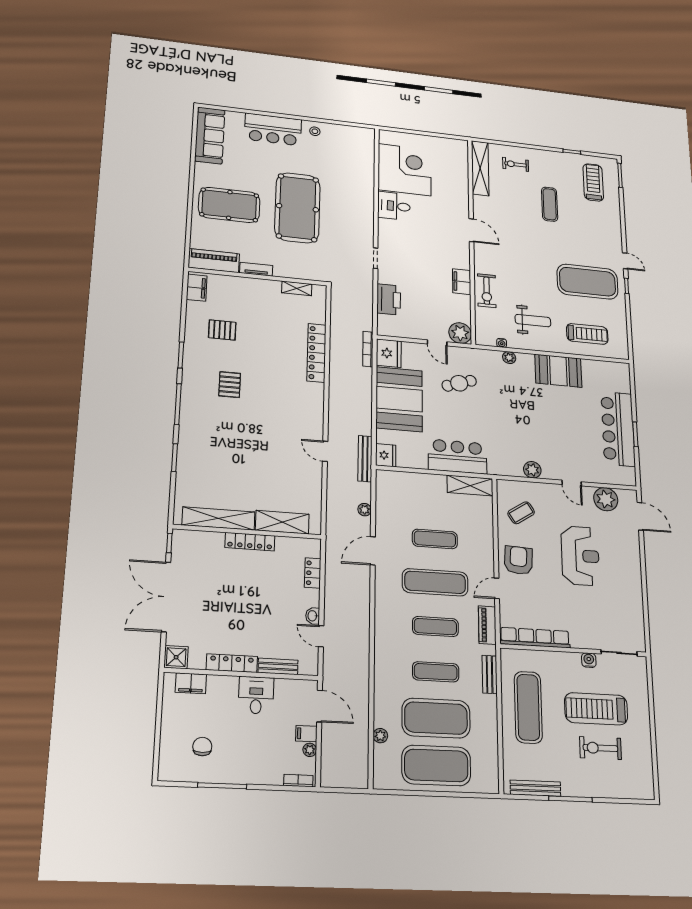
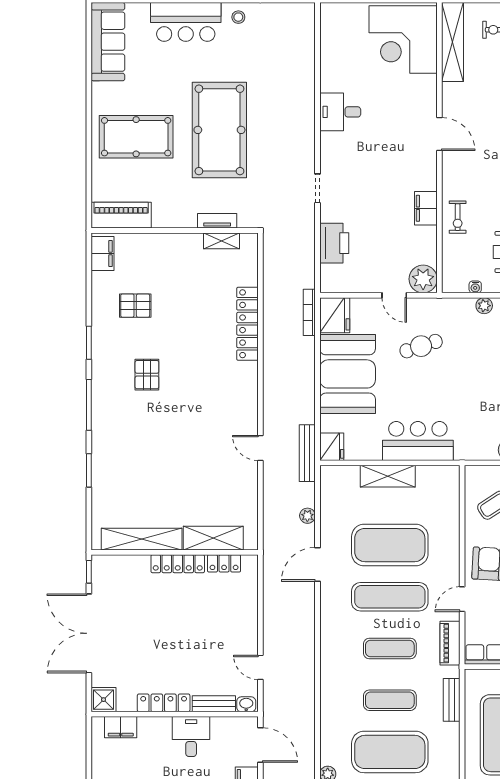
corner desk: (405, 170) -> (403, 40), moved, turned 180
tv unit: (256, 269) -> (217, 221), moved
exercise bike: (487, 291) -> (458, 217), width x0.73, depth x0.72
shelving: (470, 485) -> (388, 476), moved
exercise mat: (435, 539) -> (390, 545), width x2.00, depth x1.45
locker: (313, 573) -> (224, 563), moved, turned -90
washbasin: (313, 616) -> (246, 704), moved, turned 90

